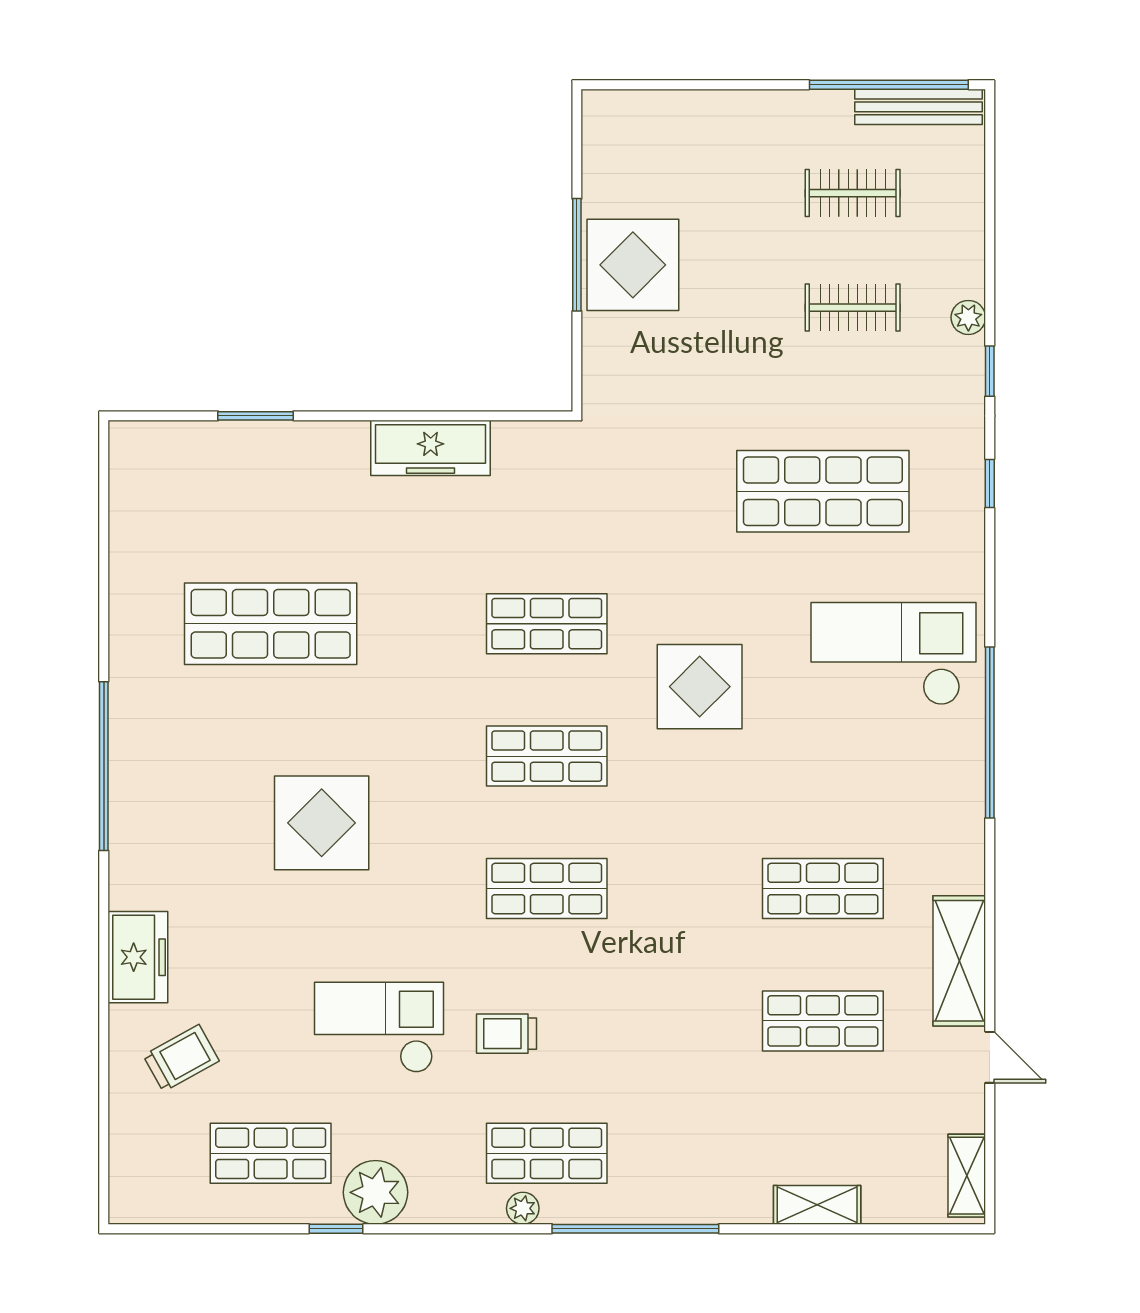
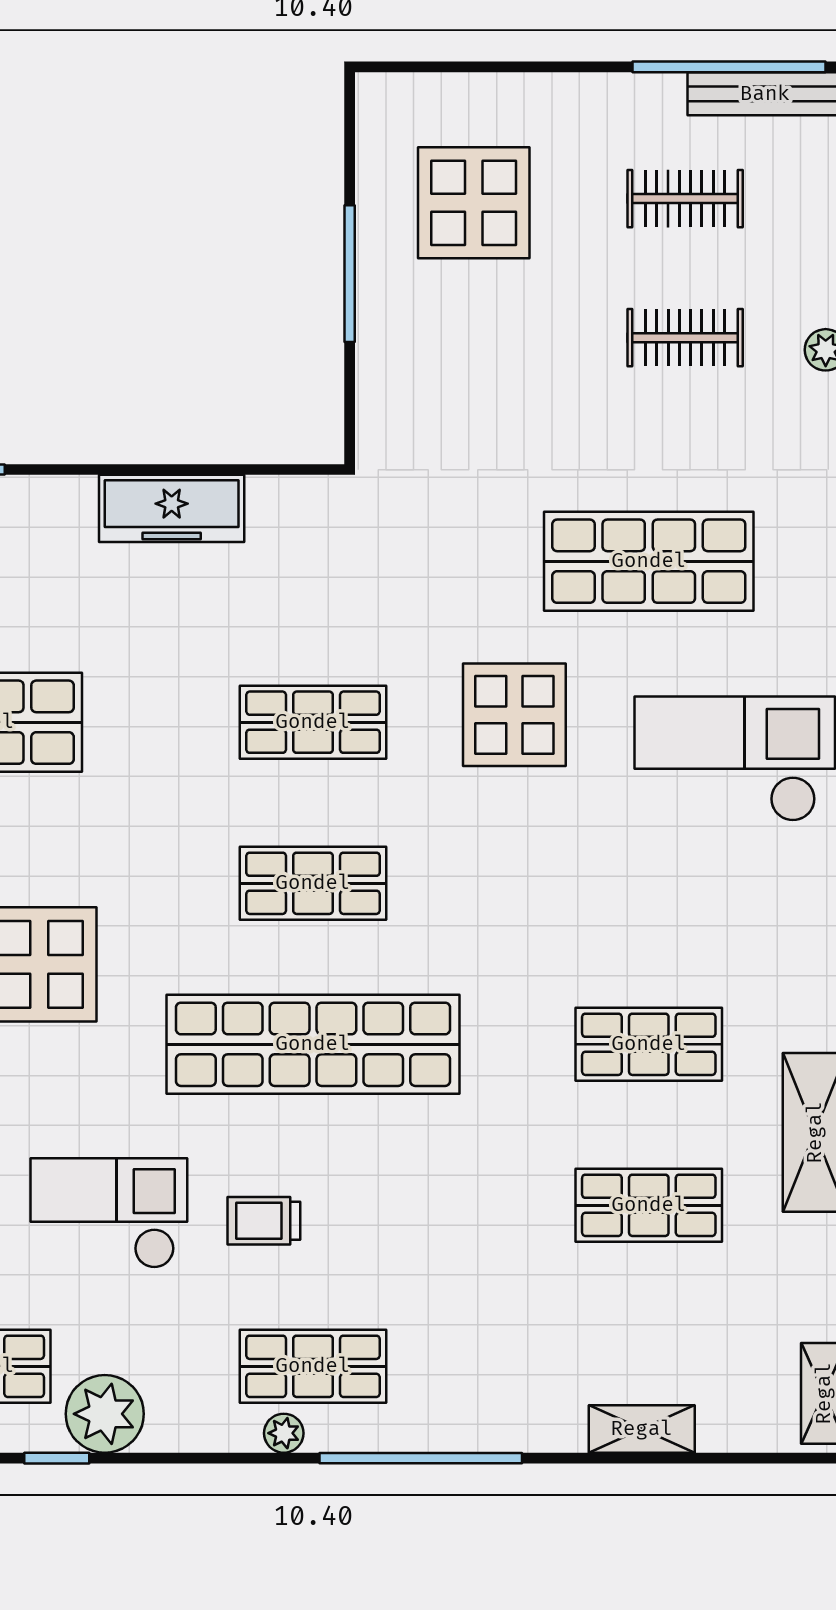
display table: (633, 265) -> (474, 203), moved
display table: (700, 687) -> (514, 715), moved
shop shelf: (547, 889) -> (313, 1044), width x2.00, depth x1.36

